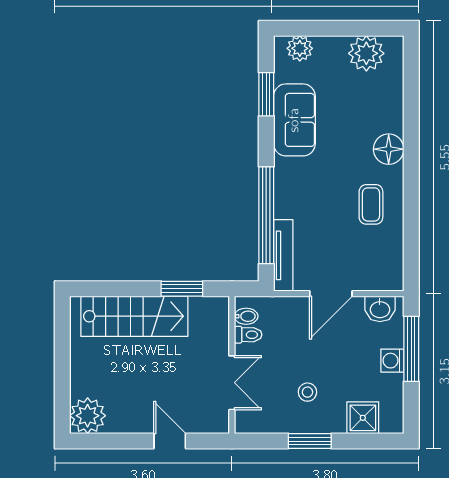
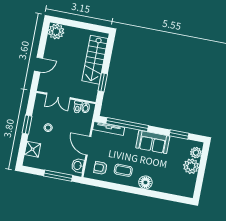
plant: (366, 53) -> (191, 166), moved
sofa: (294, 120) -> (153, 142), moved
armchair: (376, 257) -> (100, 168), added
washing machine: (392, 361) -> (55, 167), removed

